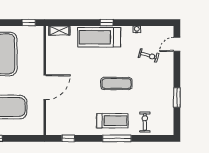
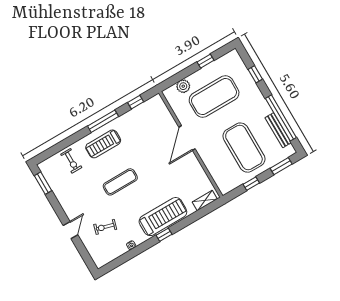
window: (29, 23) -> (251, 184), moved
door: (177, 44) -> (71, 230), moved
window: (177, 97) -> (43, 183), moved
plant: (24, 129) -> (183, 86), added
window: (117, 138) -> (103, 121), moved

